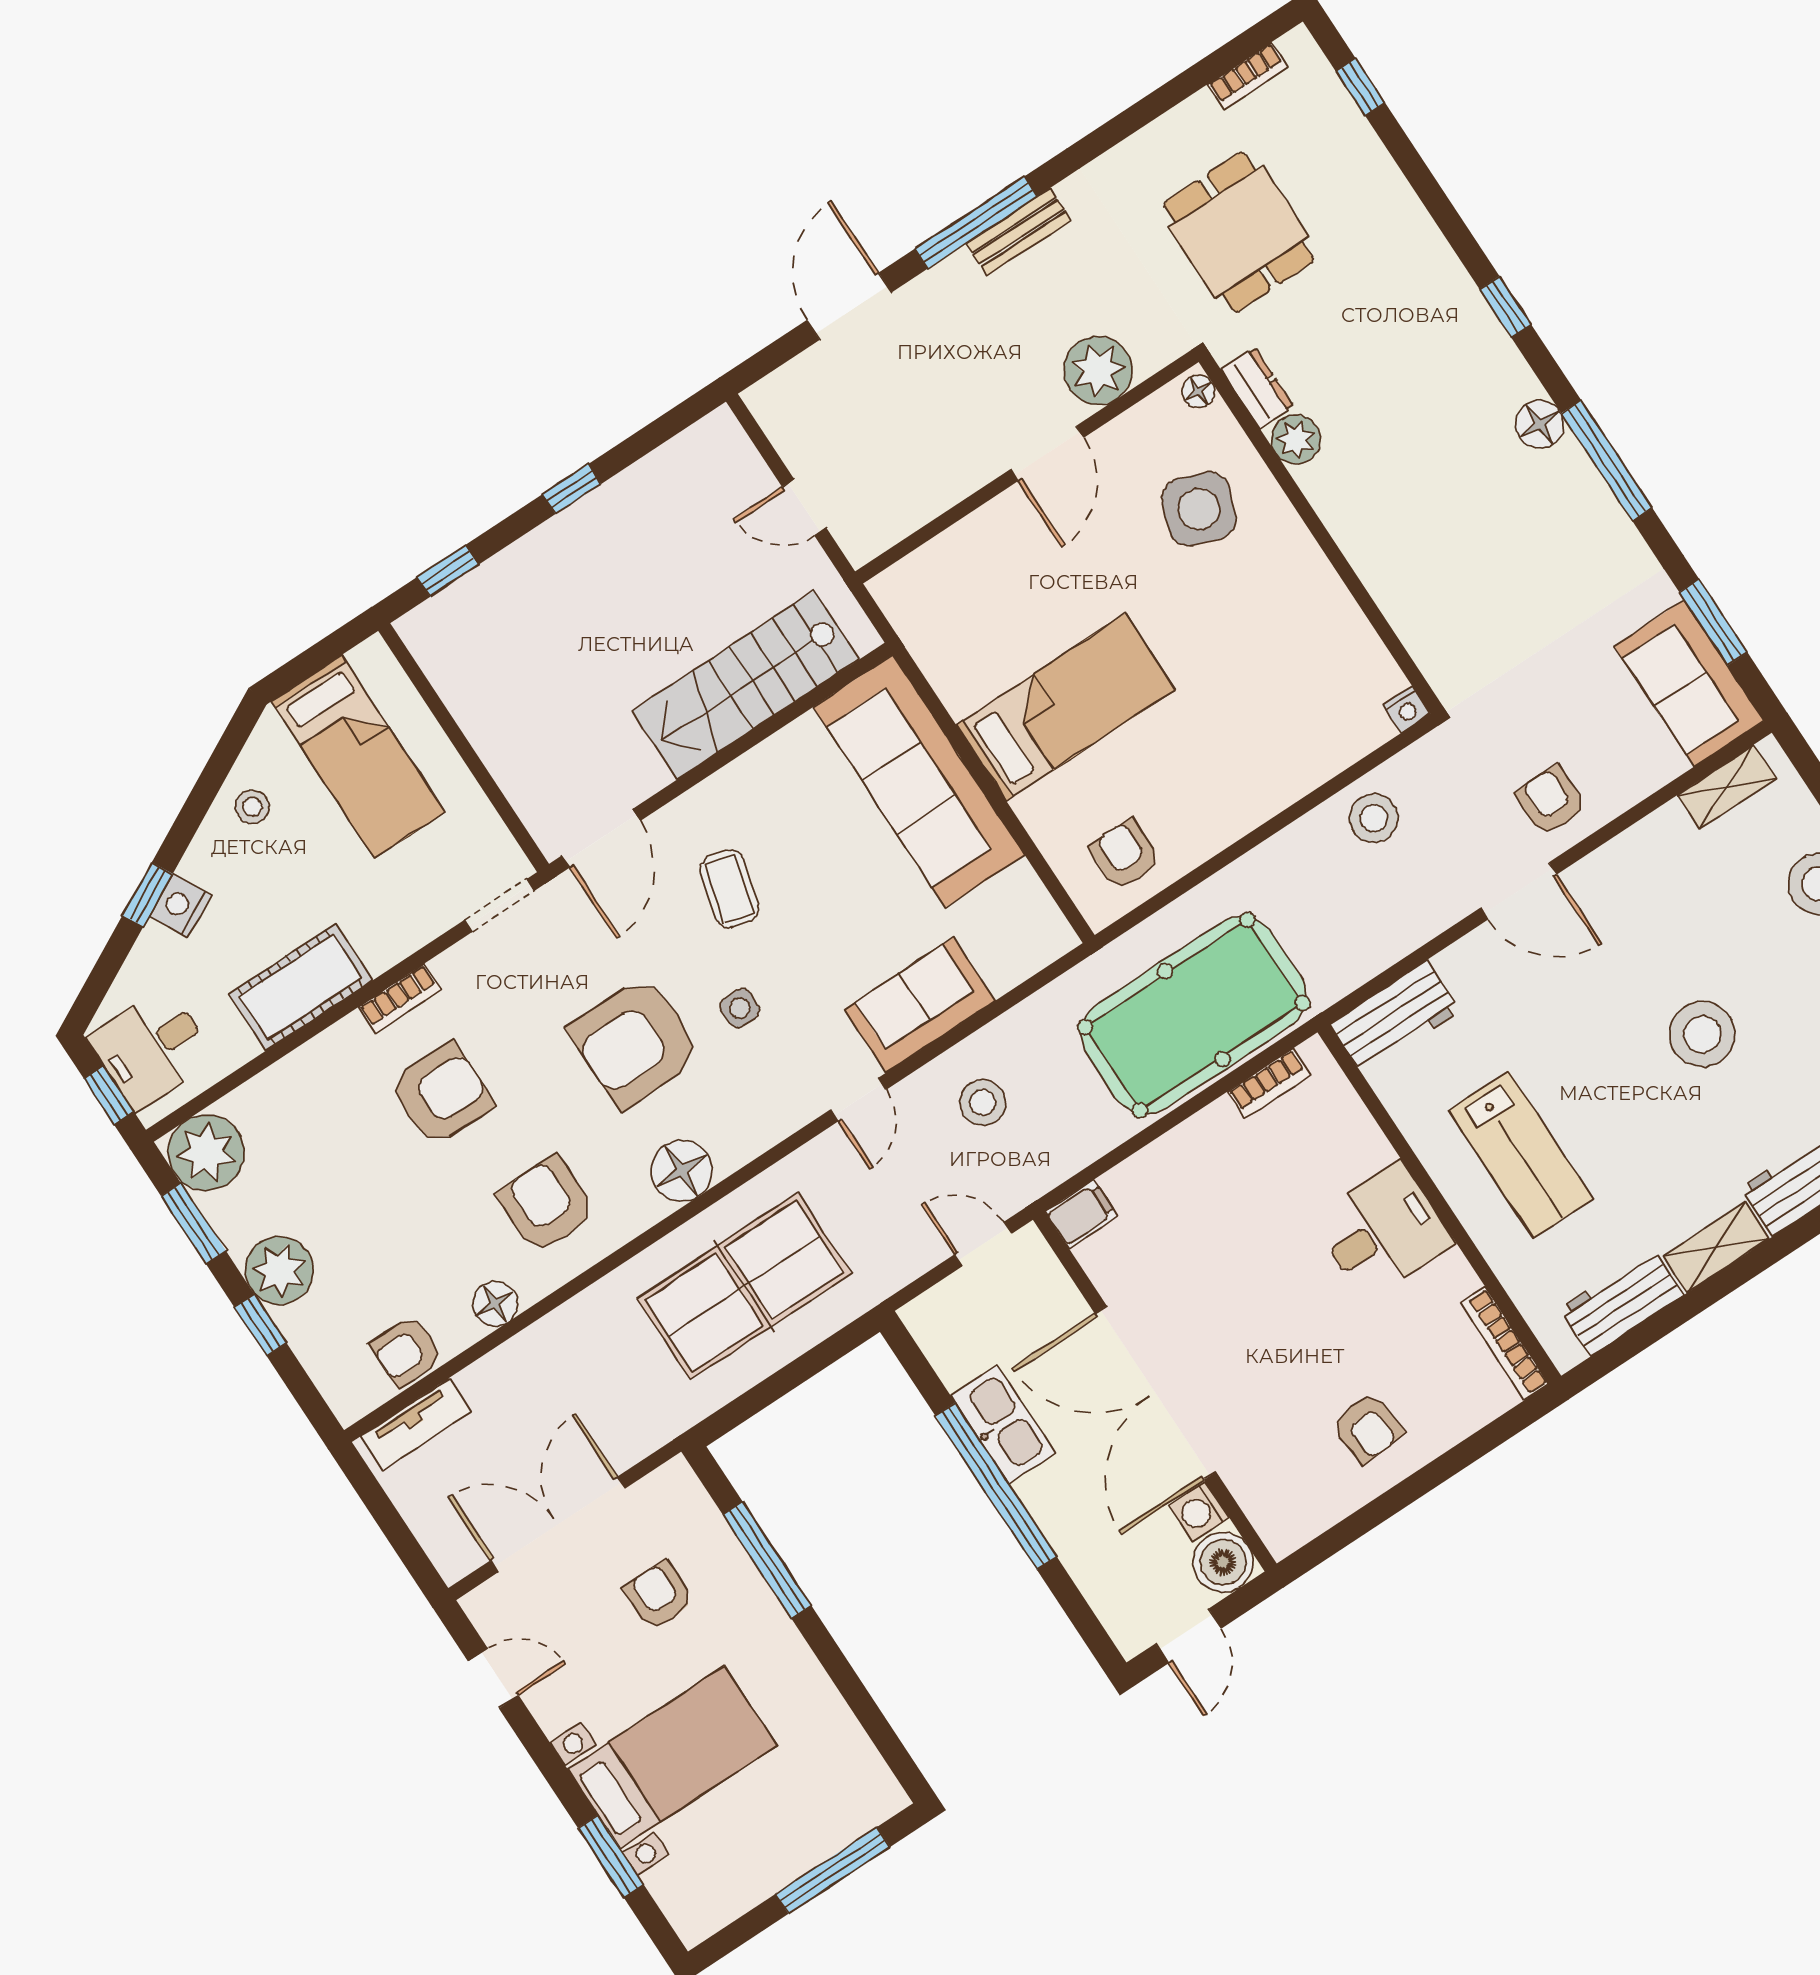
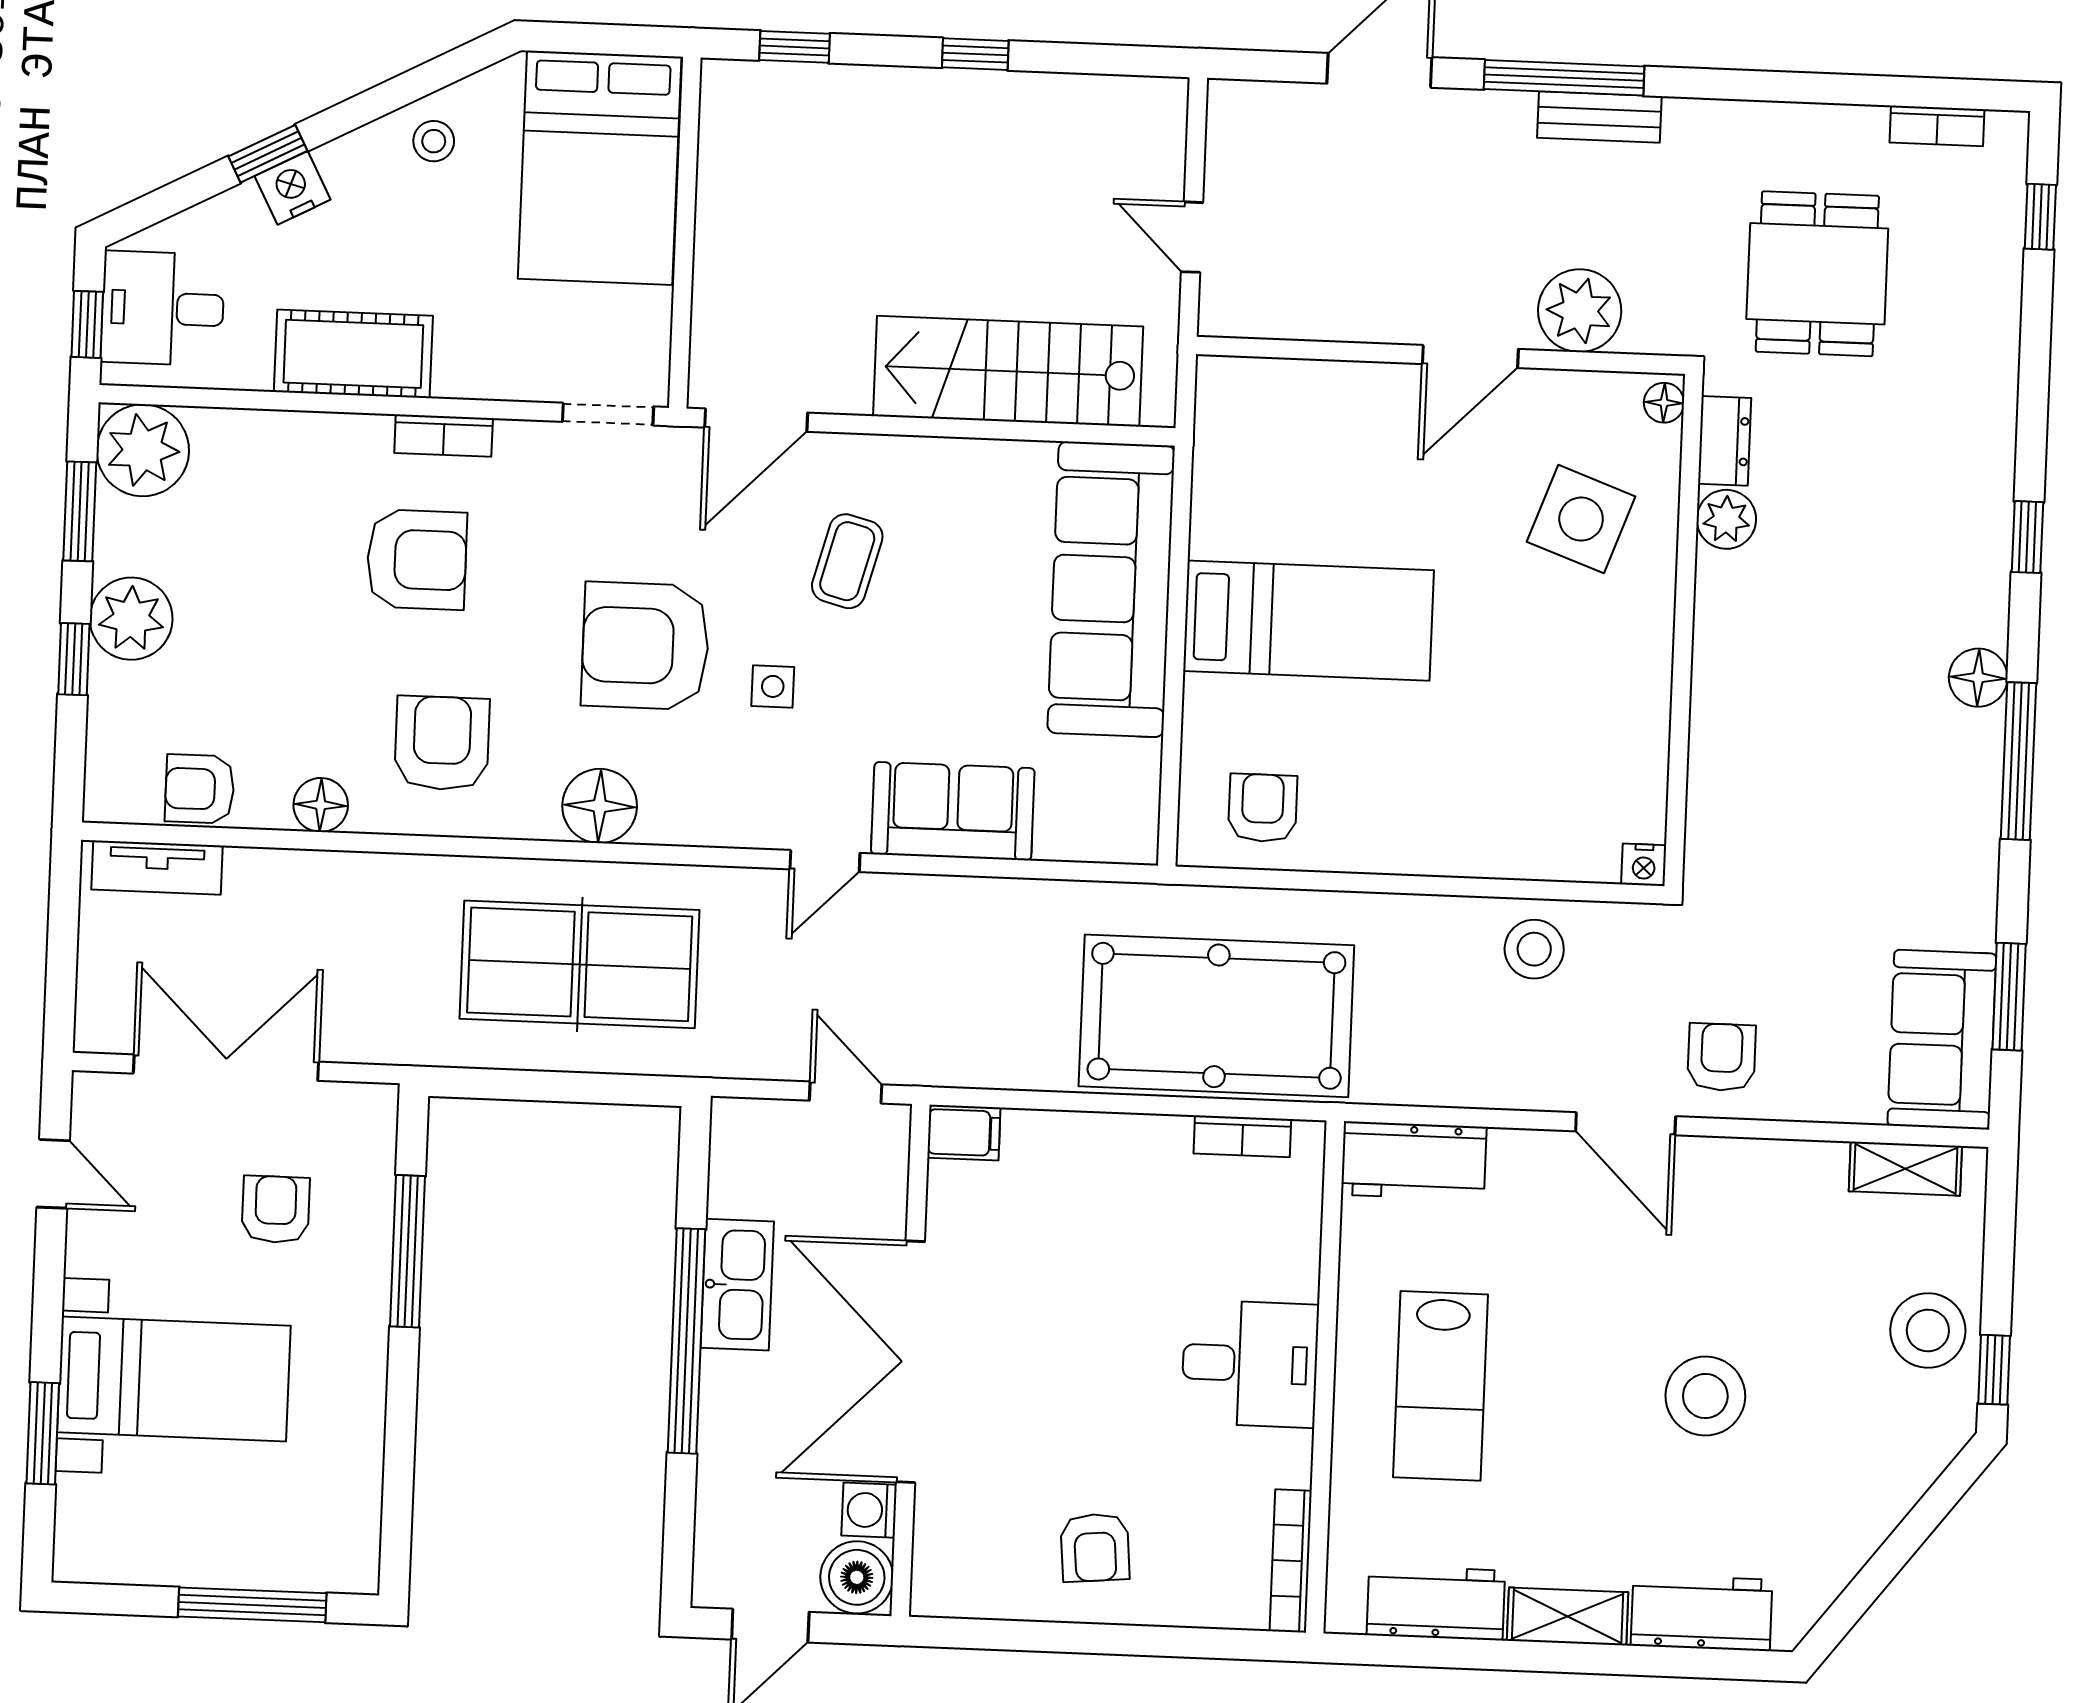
bed: (358, 757) -> (600, 168), width x1.50
stool: (983, 1103) -> (946, 952), removed

